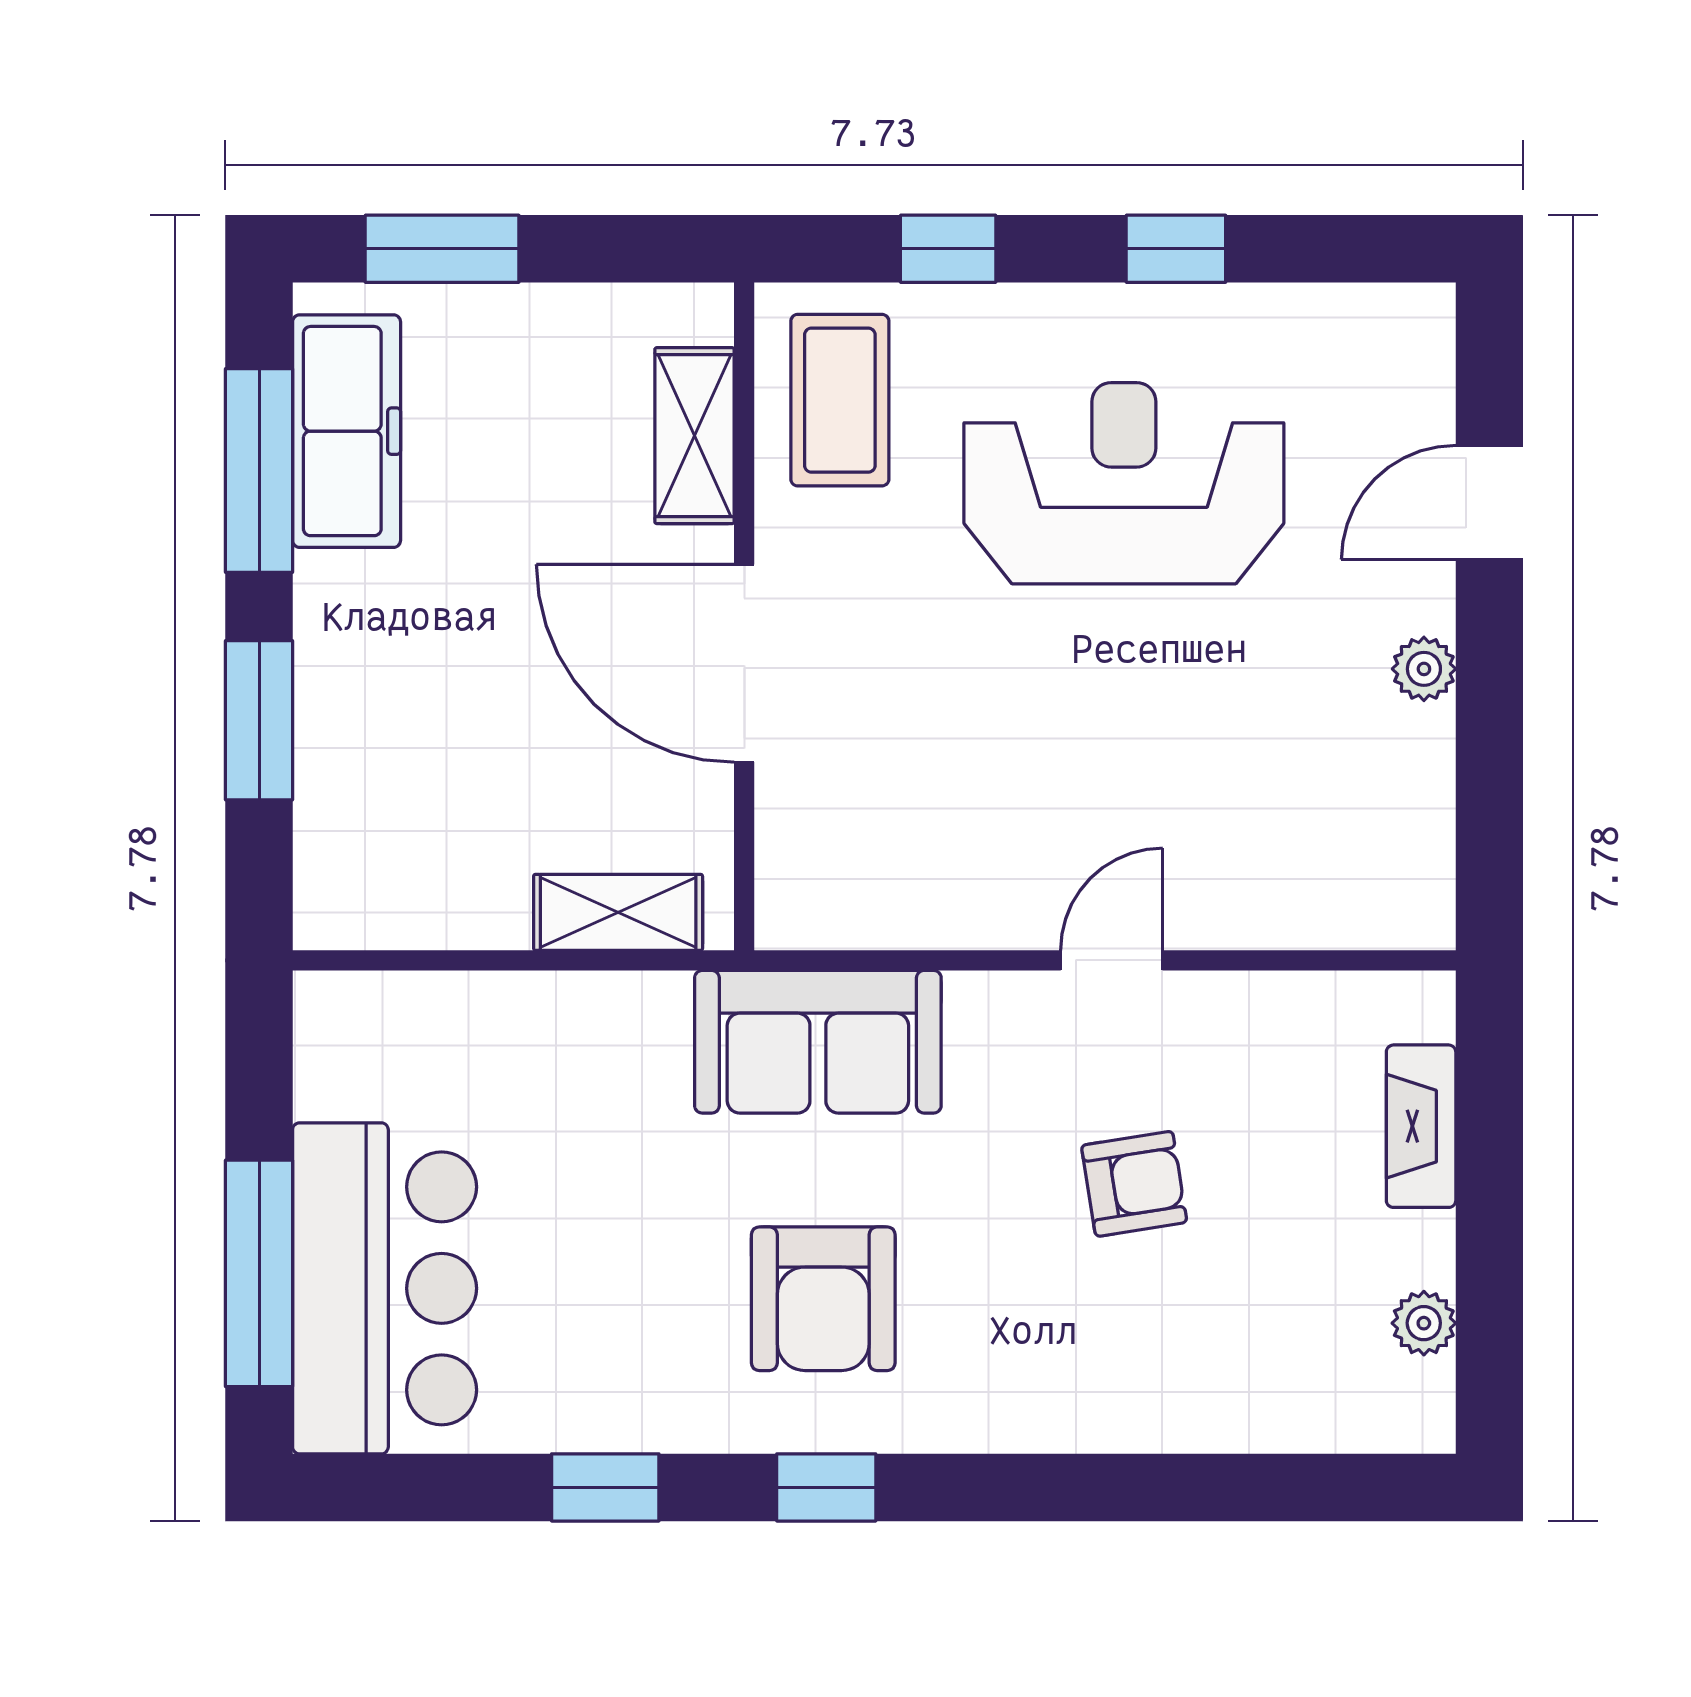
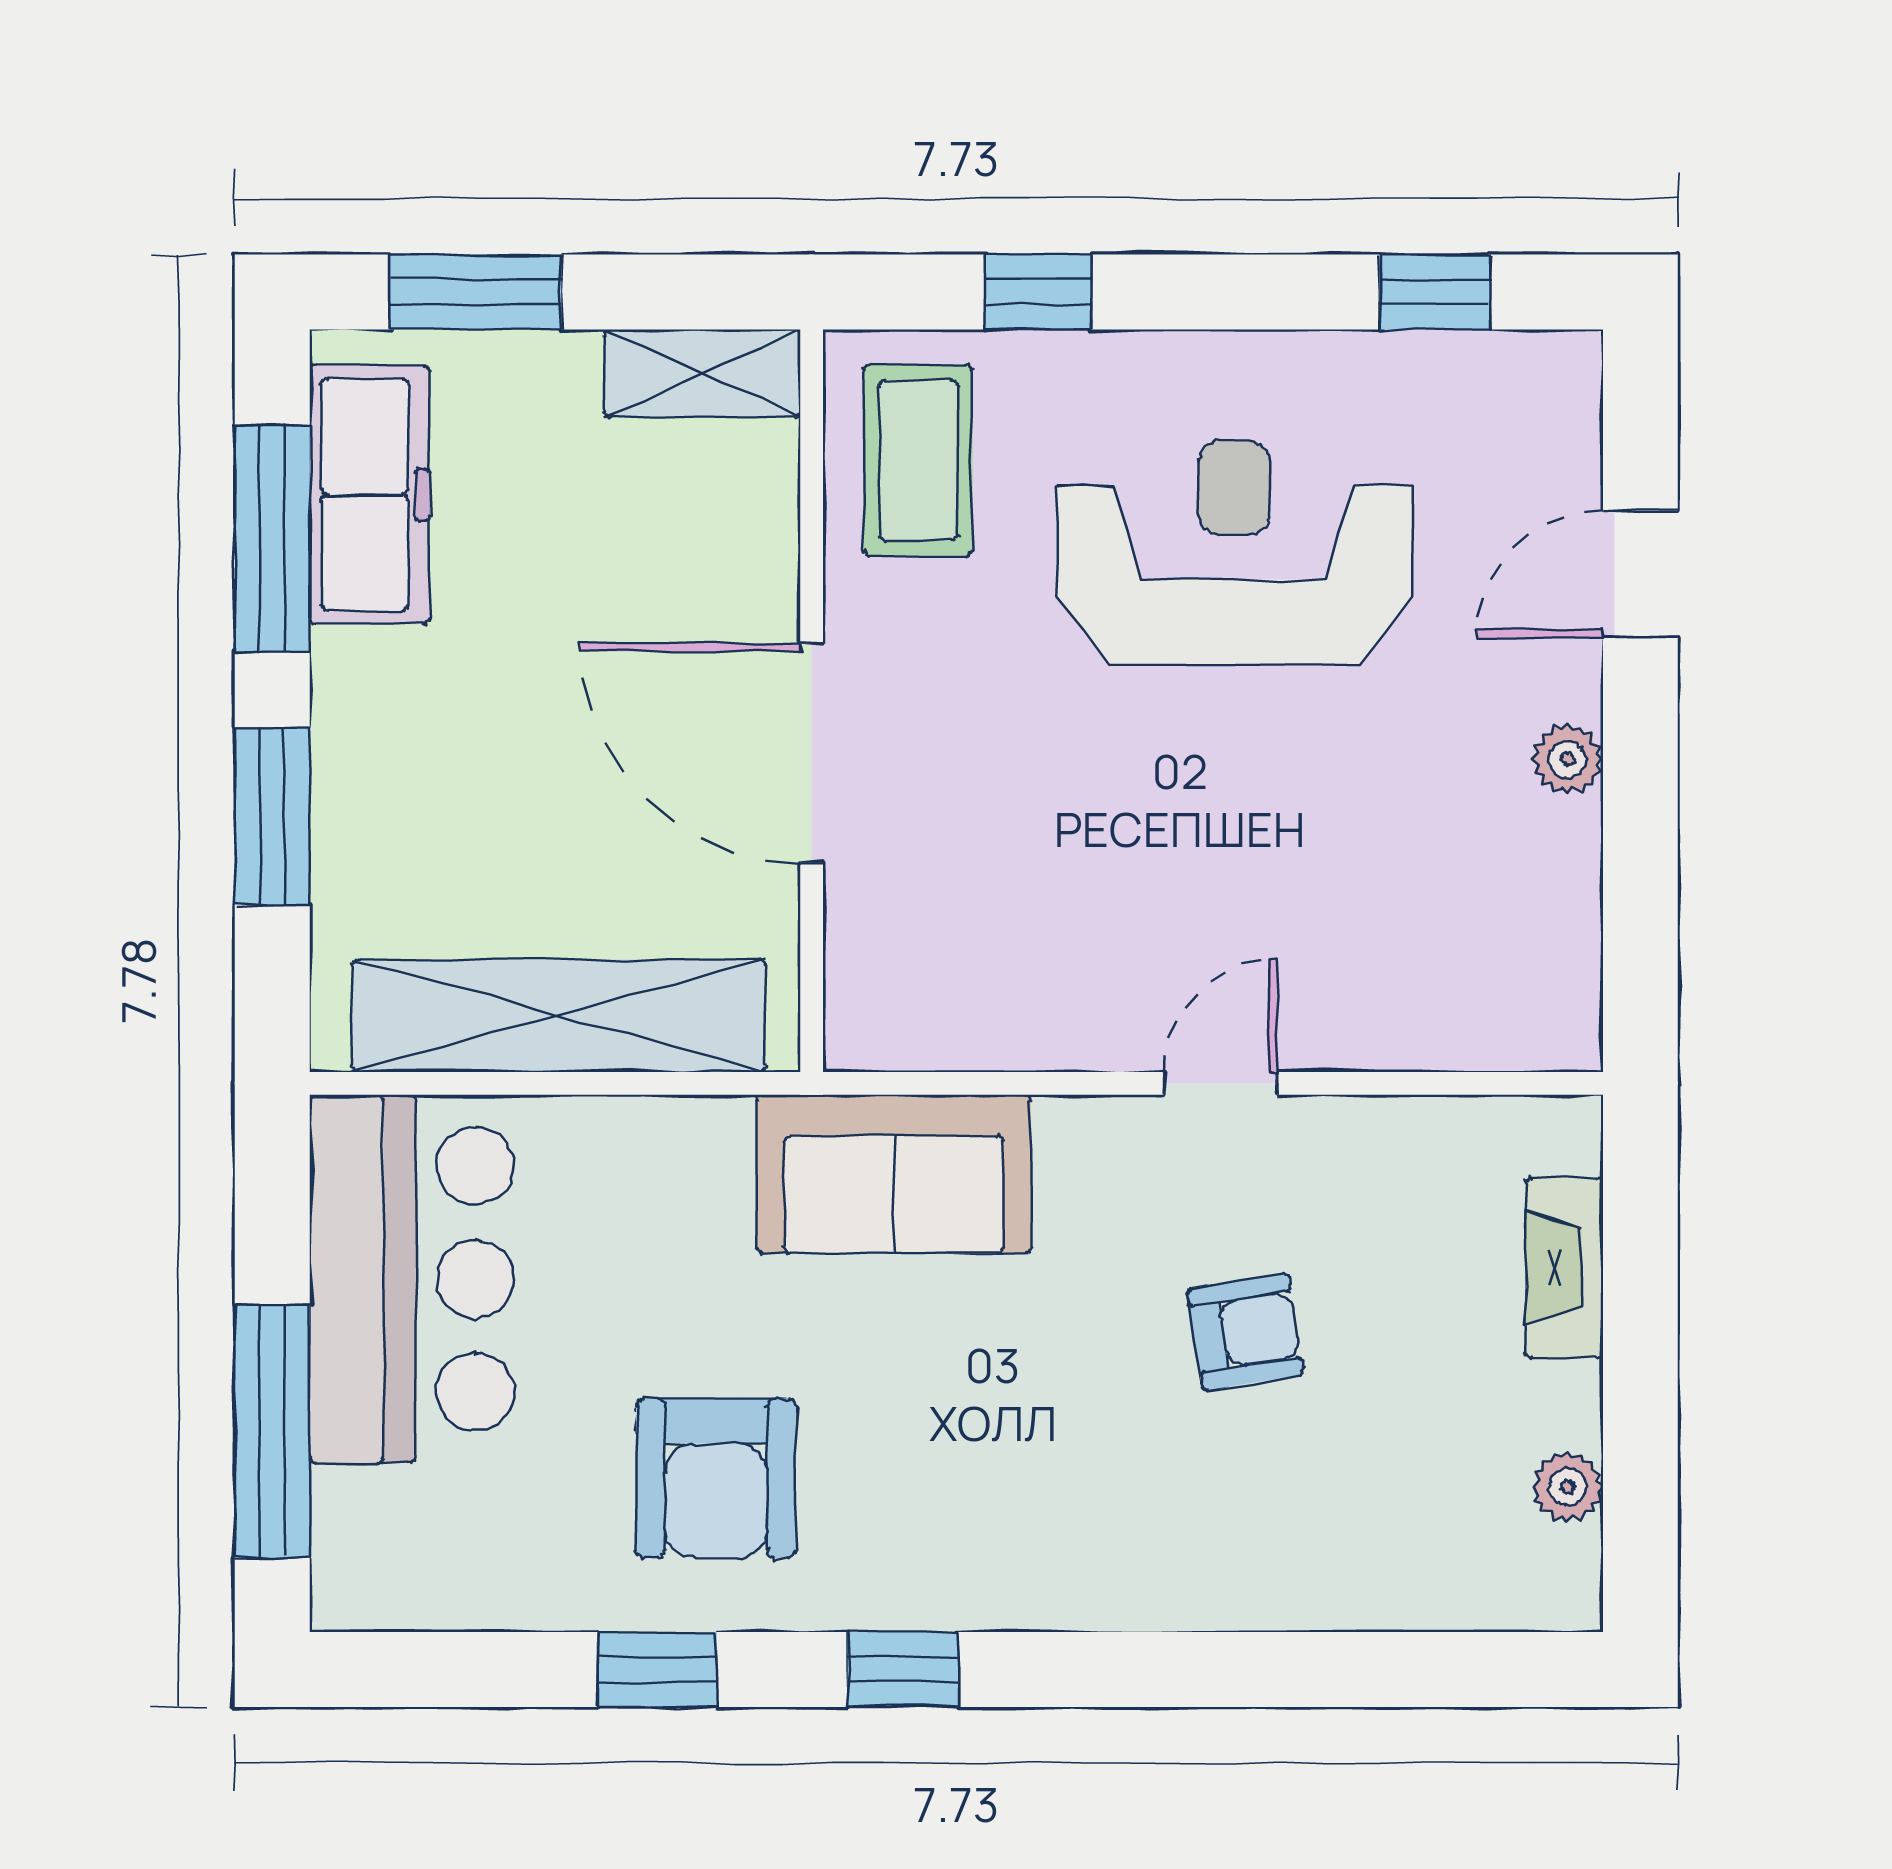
window: (1176, 249) -> (1435, 292), moved
shelving: (694, 436) -> (703, 373), moved, turned 90
shelving: (618, 912) -> (559, 1016), width x2.20, depth x1.33
bar counter: (385, 1288) -> (412, 1279), moved
armchair: (823, 1299) -> (716, 1478), moved

